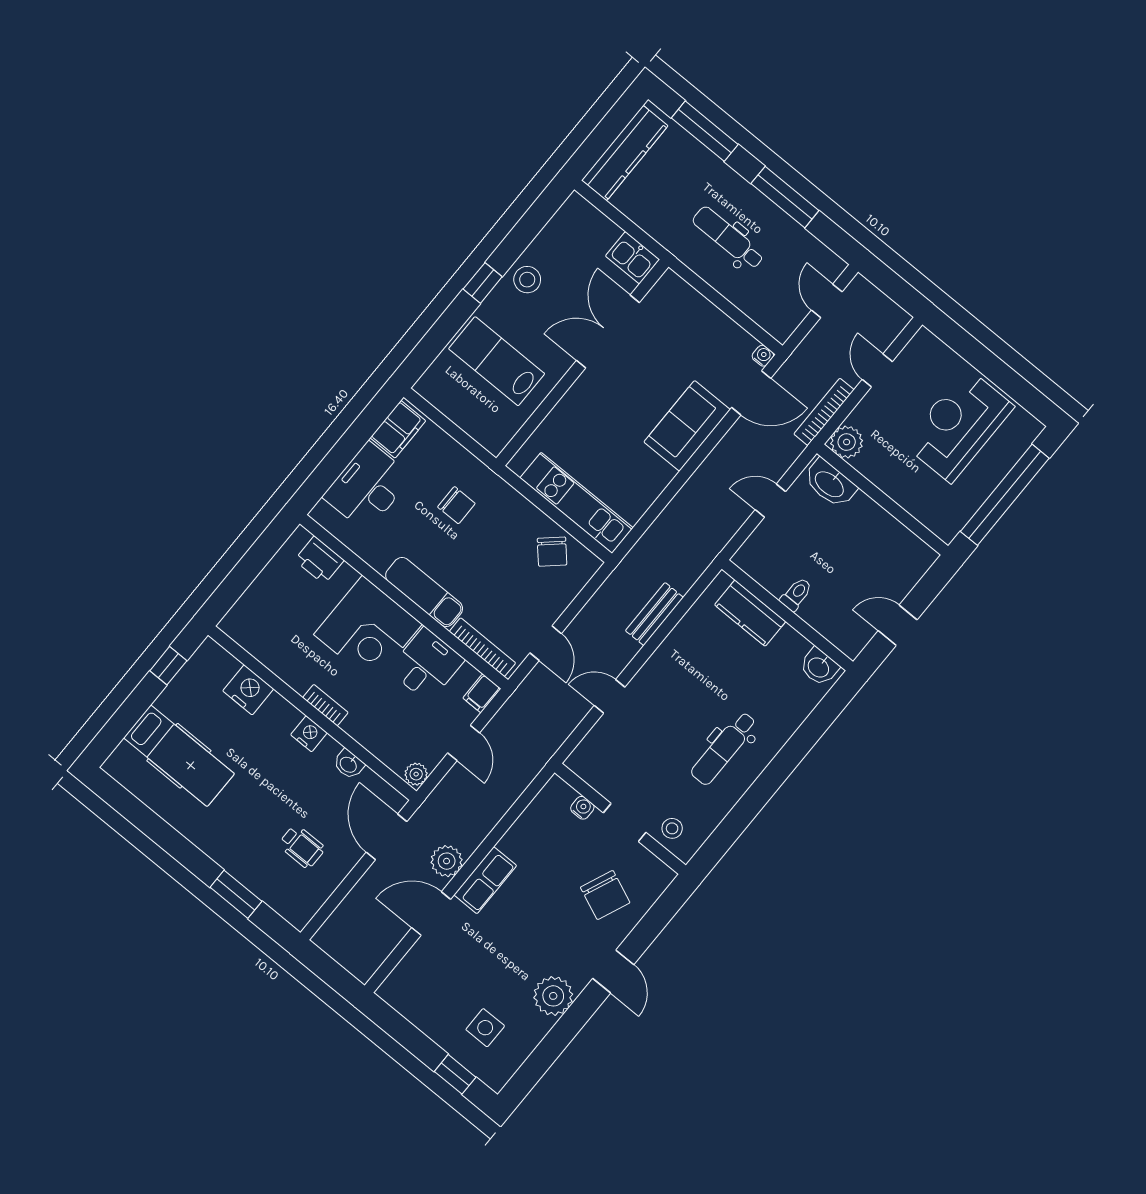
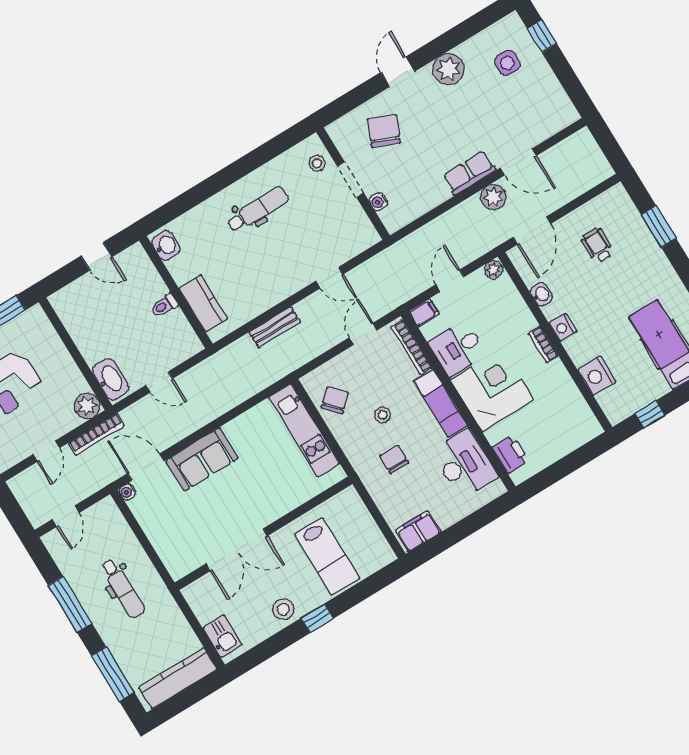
kitchen sink: (633, 258) -> (222, 636), moved
desk: (367, 487) -> (464, 464), moved, turned -90
stool: (489, 554) -> (383, 415), added

